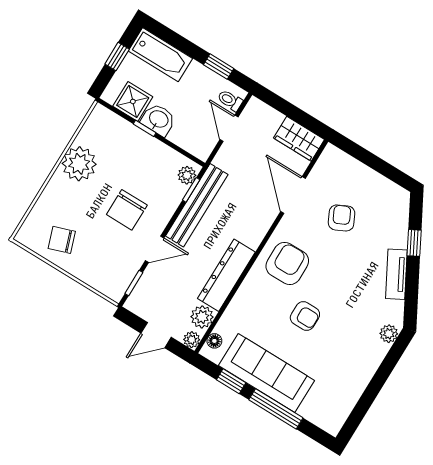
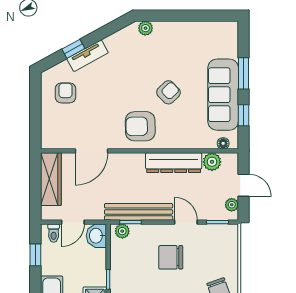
washbasin: (158, 120) -> (96, 236), moved
wardrobe: (299, 139) -> (51, 179), width x1.50
chair: (127, 210) -> (171, 257), turned 180
armchair: (342, 218) -> (65, 93), moved, turned 116
tv unit: (396, 274) -> (87, 56), moved
armchair: (305, 316) -> (168, 92), turned 46
plant: (192, 340) -> (232, 205), moved
window: (276, 409) -> (244, 73), width x0.69

